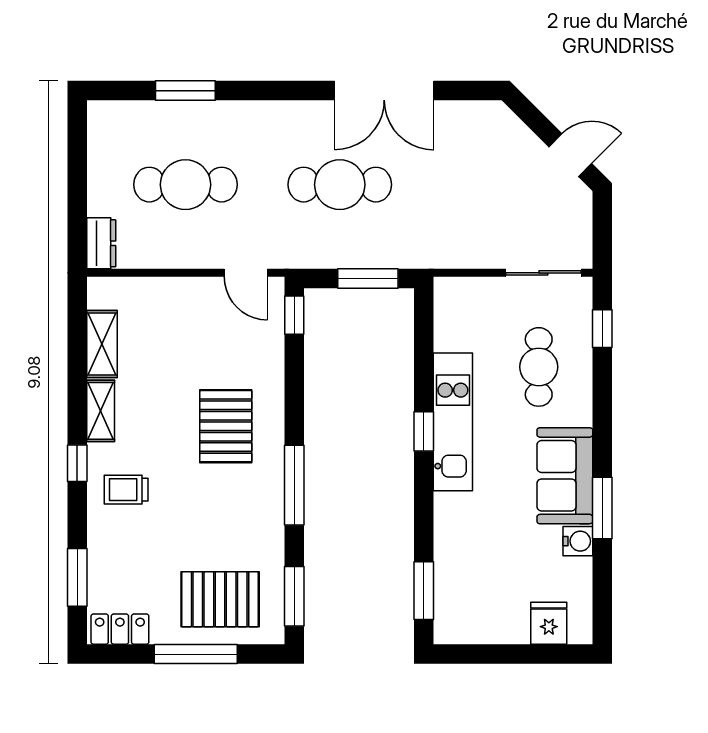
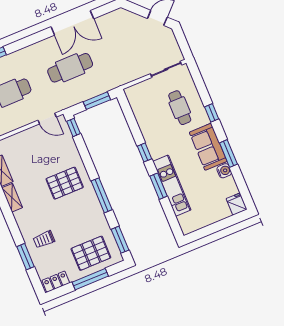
window: (602, 329) -> (212, 113), moved
kitchen unit: (453, 422) -> (172, 186), moved
pallet: (226, 426) -> (65, 183), turned 90
window: (77, 463) -> (11, 222), removed
trolley: (126, 490) -> (44, 239), moved
window: (77, 577) -> (25, 257), moved
window: (424, 591) -> (158, 186), moved
fridge: (549, 623) -> (237, 204), moved

